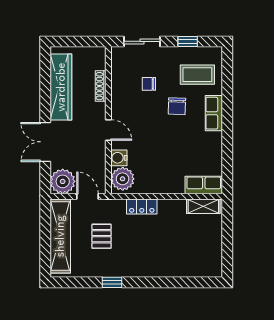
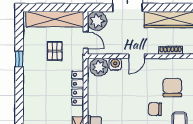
chair: (149, 84) -> (172, 87), width x1.87, depth x1.87
door: (88, 196) -> (85, 40), hinge flipped
locker: (142, 206) -> (78, 88), width x1.53
pallet: (102, 236) -> (55, 51), turned 90

